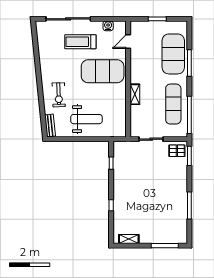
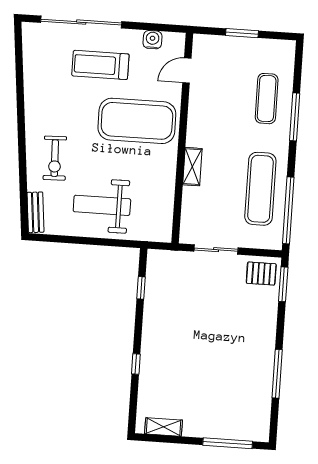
exercise mat: (173, 54) -> (267, 99), width x0.50, depth x0.69
weight bench: (86, 119) -> (102, 205), turned 180

